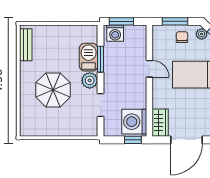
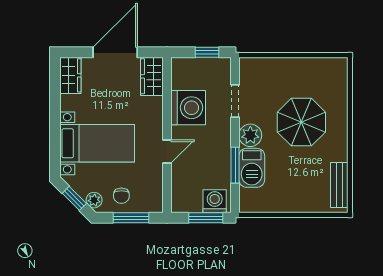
door: (149, 69) -> (167, 152), swing flipped
washing machine: (134, 122) -> (188, 108), moved
window: (133, 140) -> (207, 52), moved

